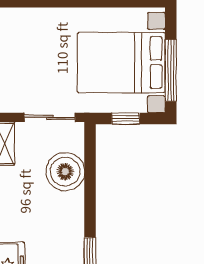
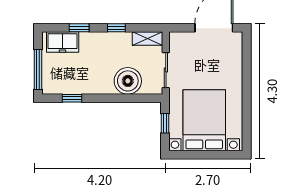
window: (171, 70) -> (199, 155), removed

